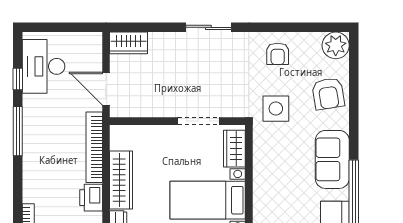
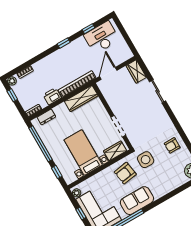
sliding door: (208, 27) -> (158, 91), moved
armchair: (328, 94) -> (125, 173), moved
window: (18, 131) -> (64, 43), width x0.46
wardrobe: (121, 180) -> (81, 98), moved

